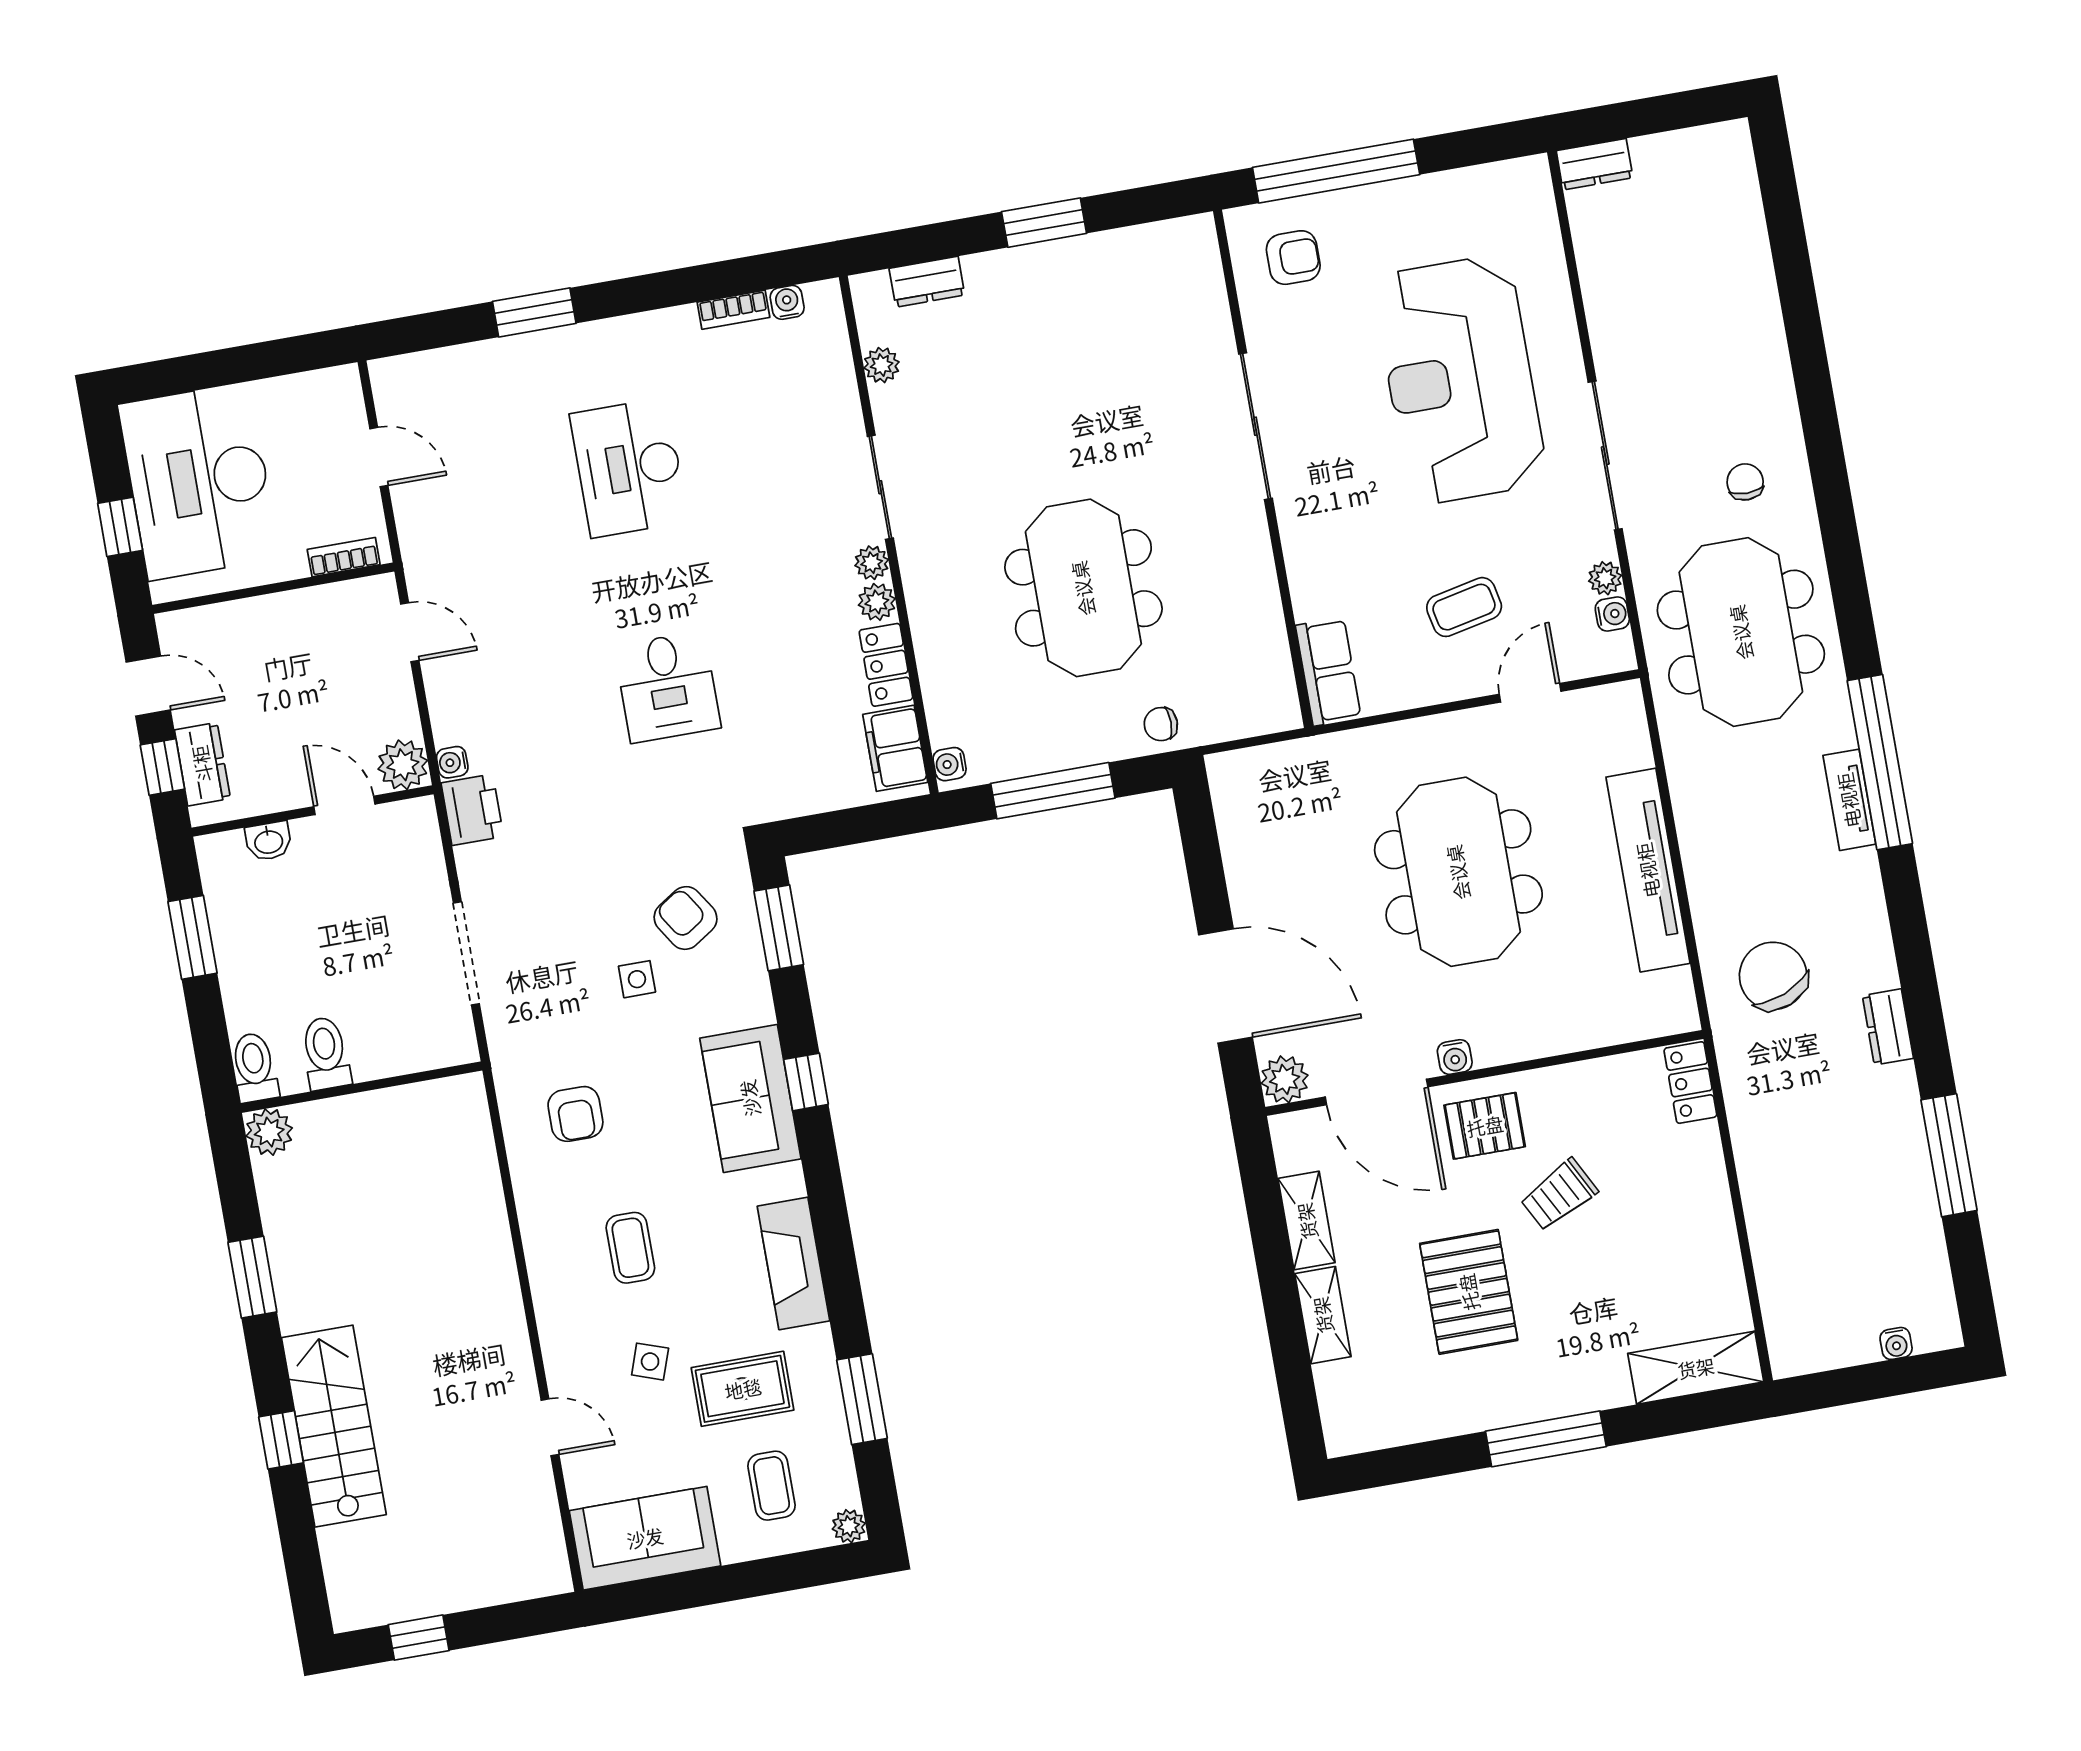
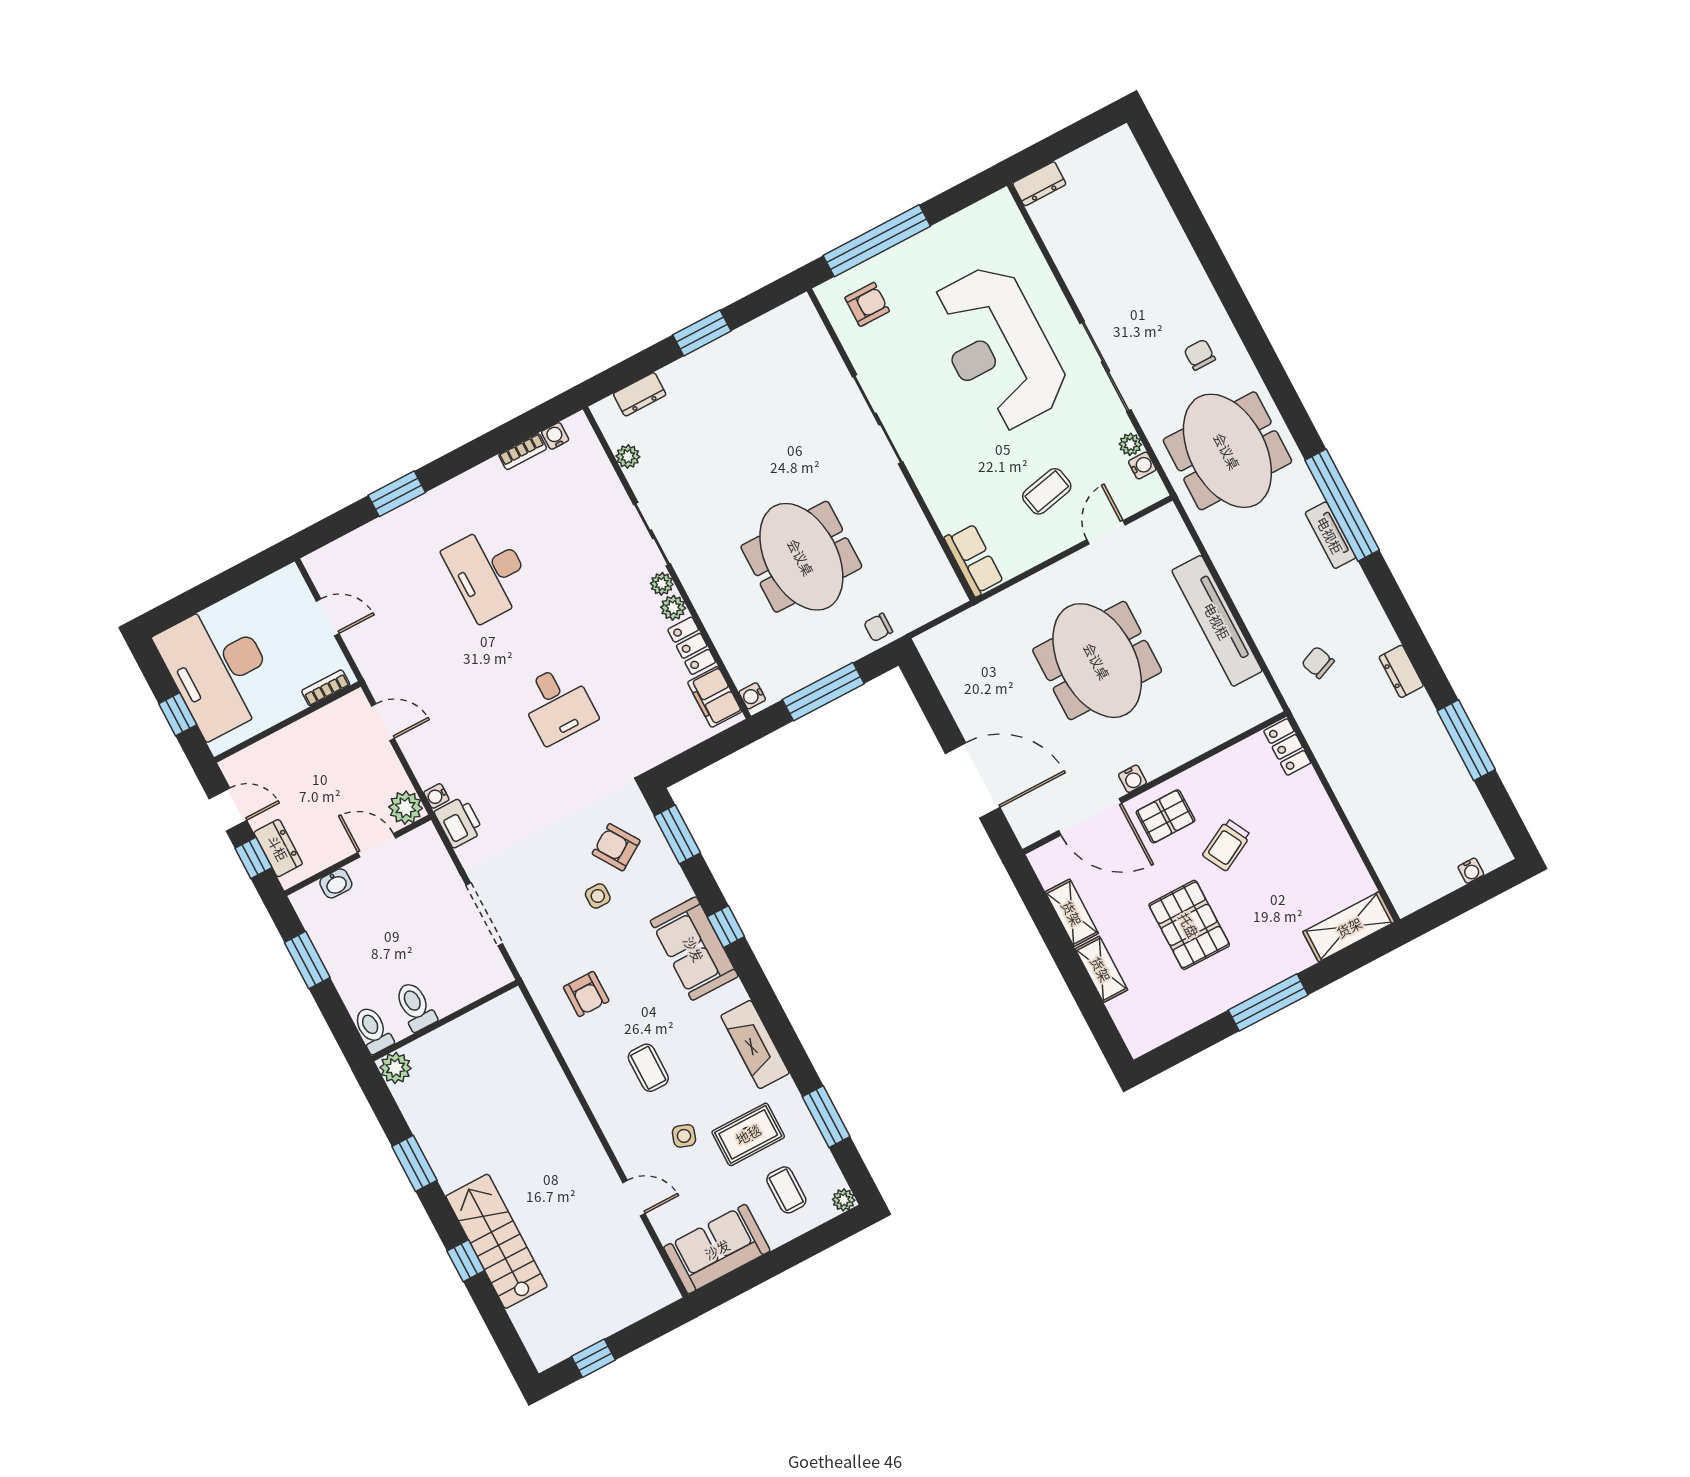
chair: (1773, 976) -> (1318, 662), width x0.54, depth x0.54
plant: (1285, 1079) -> (1029, 828), removed

